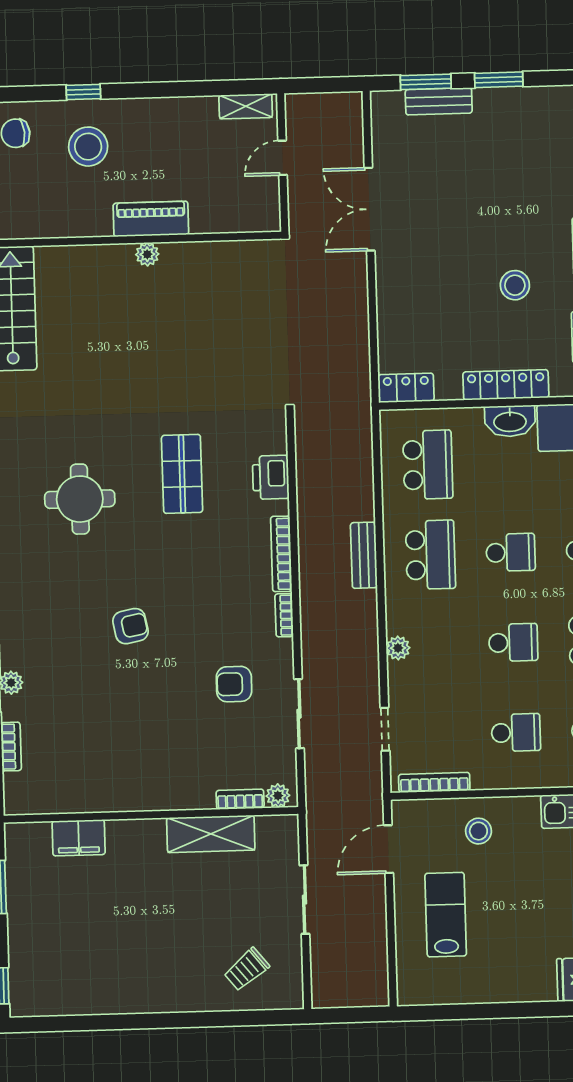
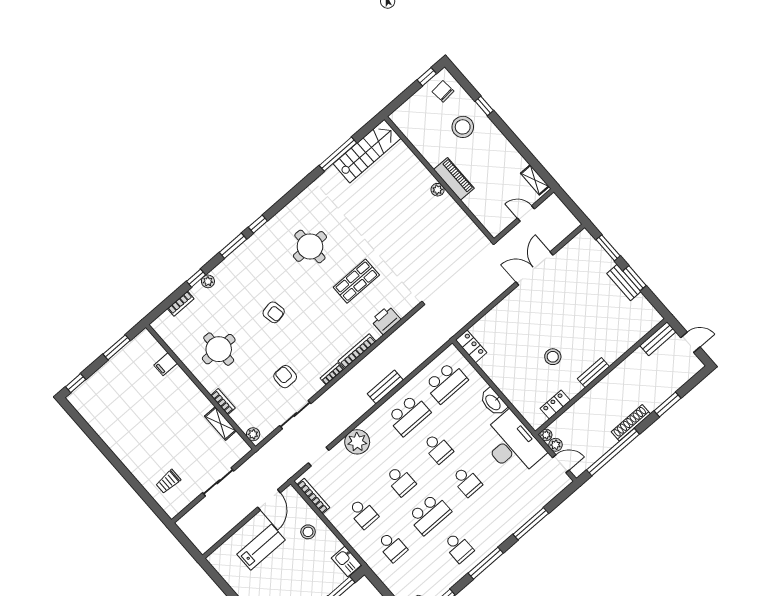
bench: (439, 101) -> (624, 283), moved
locker: (506, 385) -> (507, 388), removed
plant: (398, 648) -> (357, 442), width x1.87, depth x1.87
round table: (119, 746) -> (219, 349), added
bookcase: (240, 799) -> (223, 402), moved
shelving: (211, 834) -> (220, 424), width x0.67, depth x0.75
filing cabinet: (79, 838) -> (166, 364), width x0.50
door: (389, 849) -> (269, 500), swing flipped
trolley: (247, 969) -> (168, 482), turned -51

